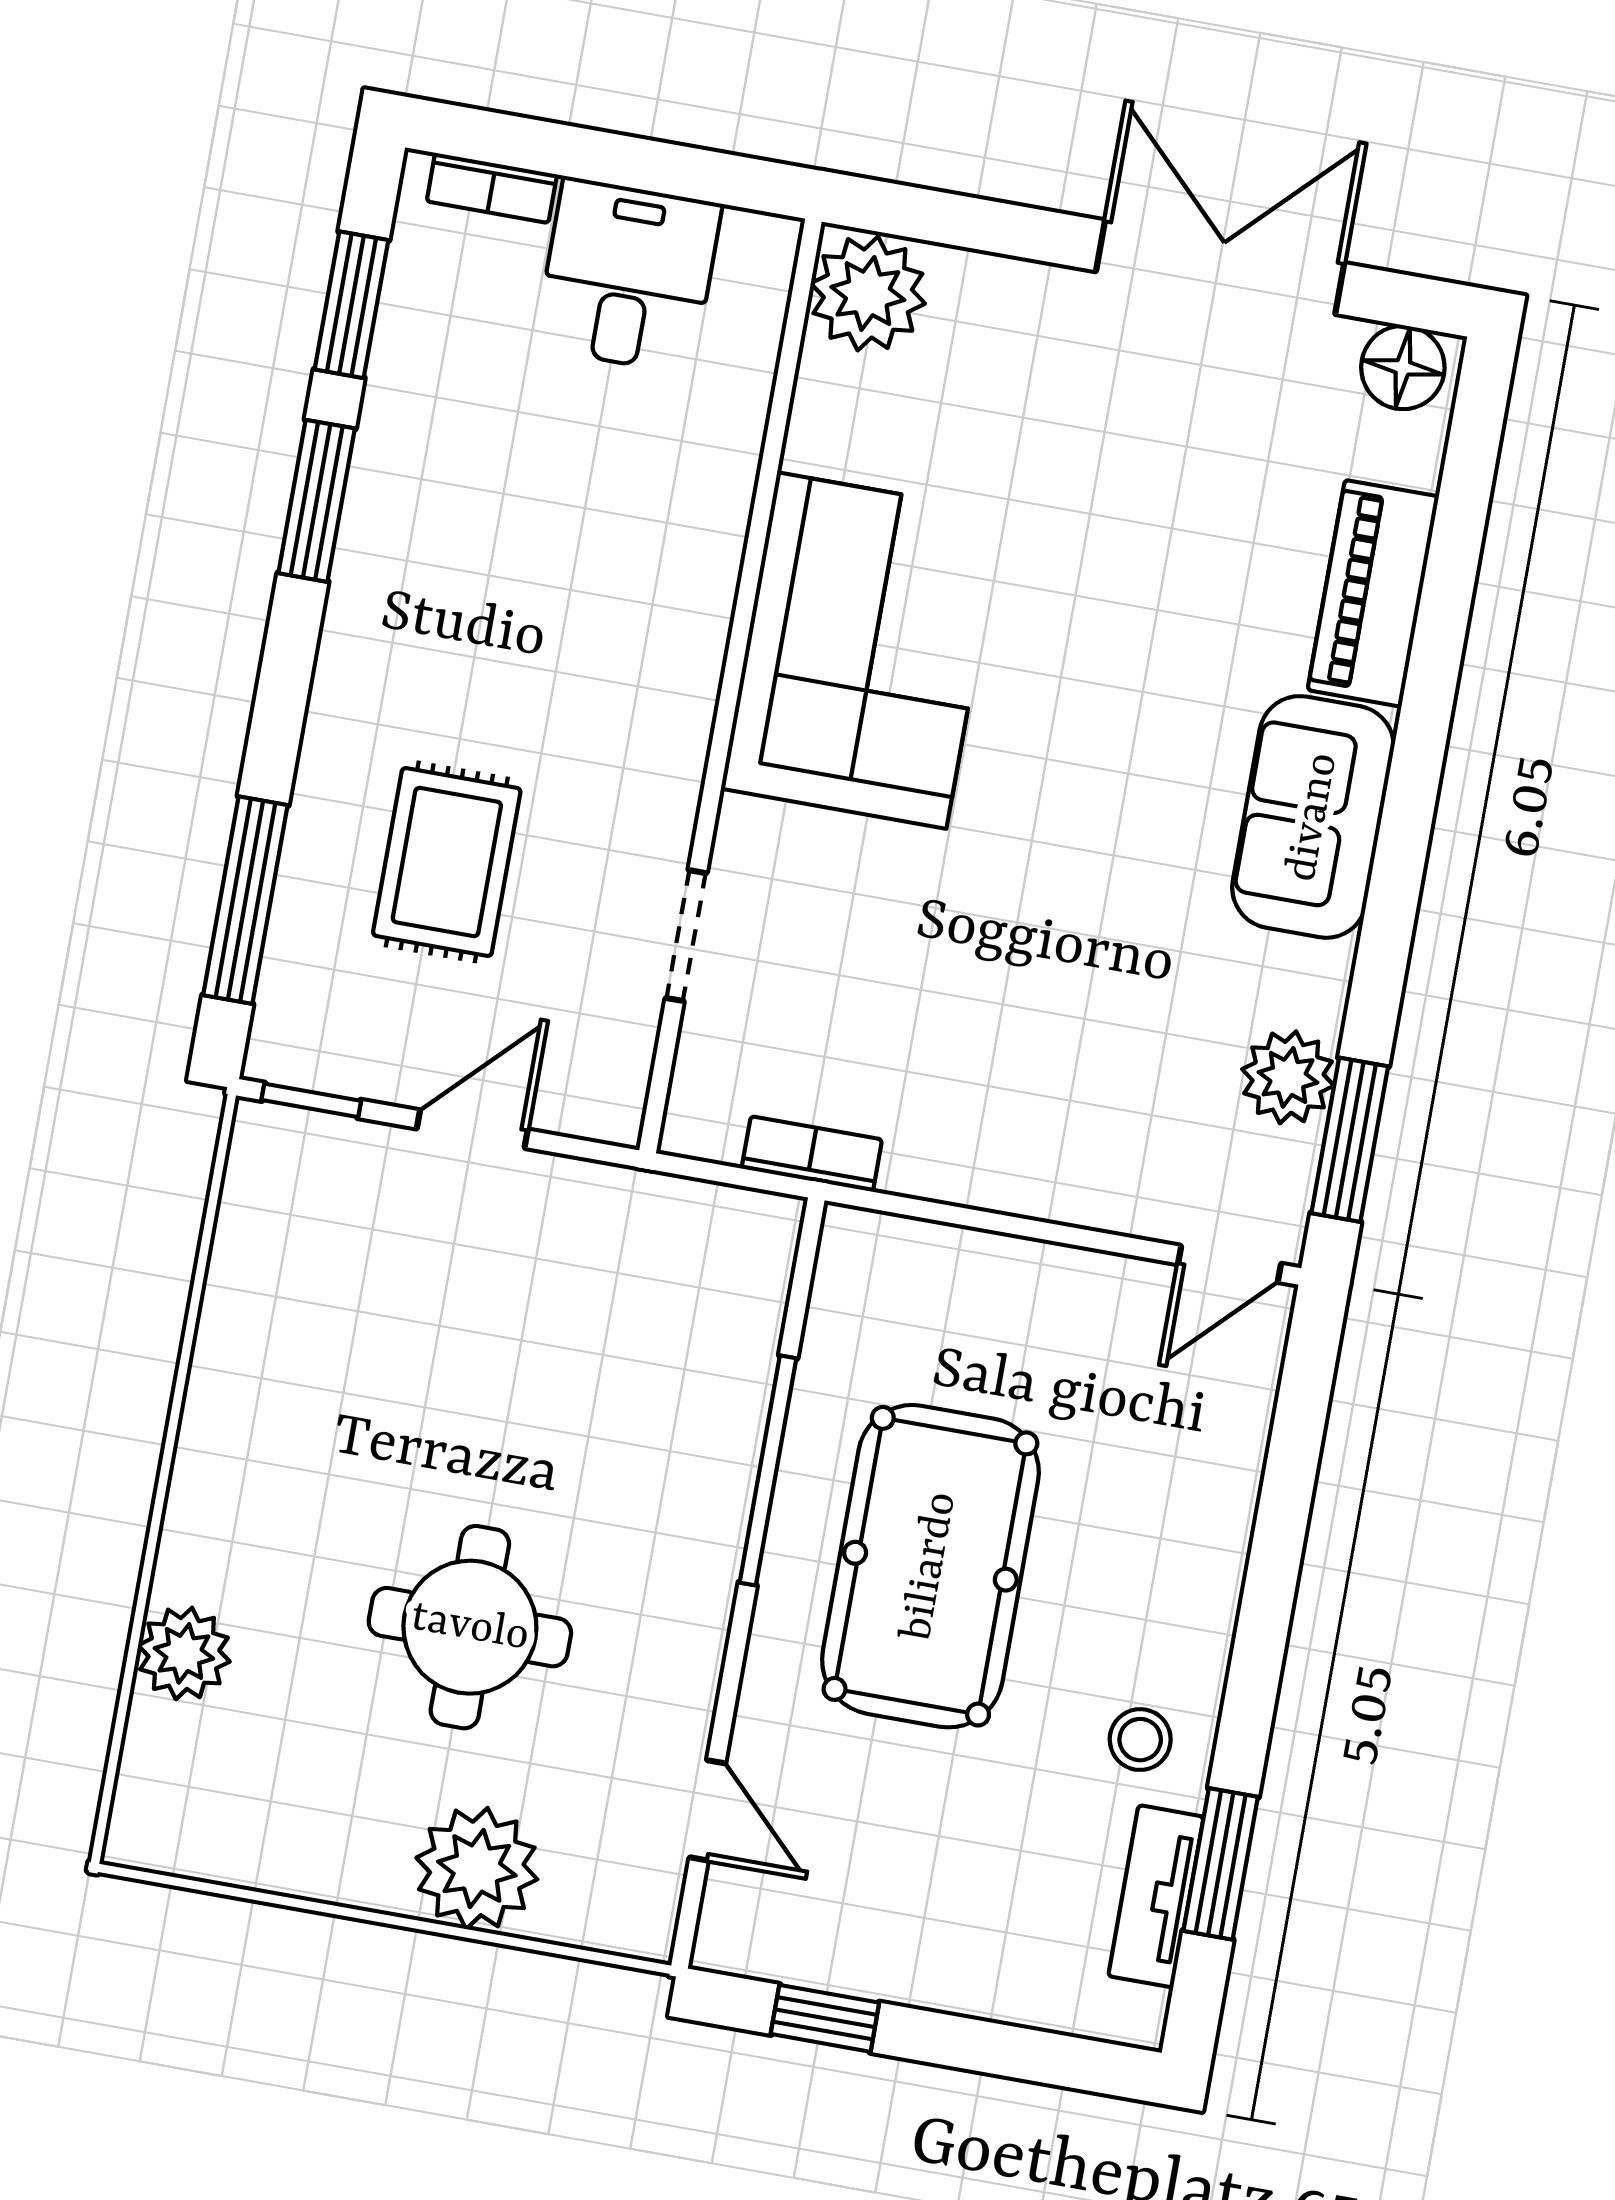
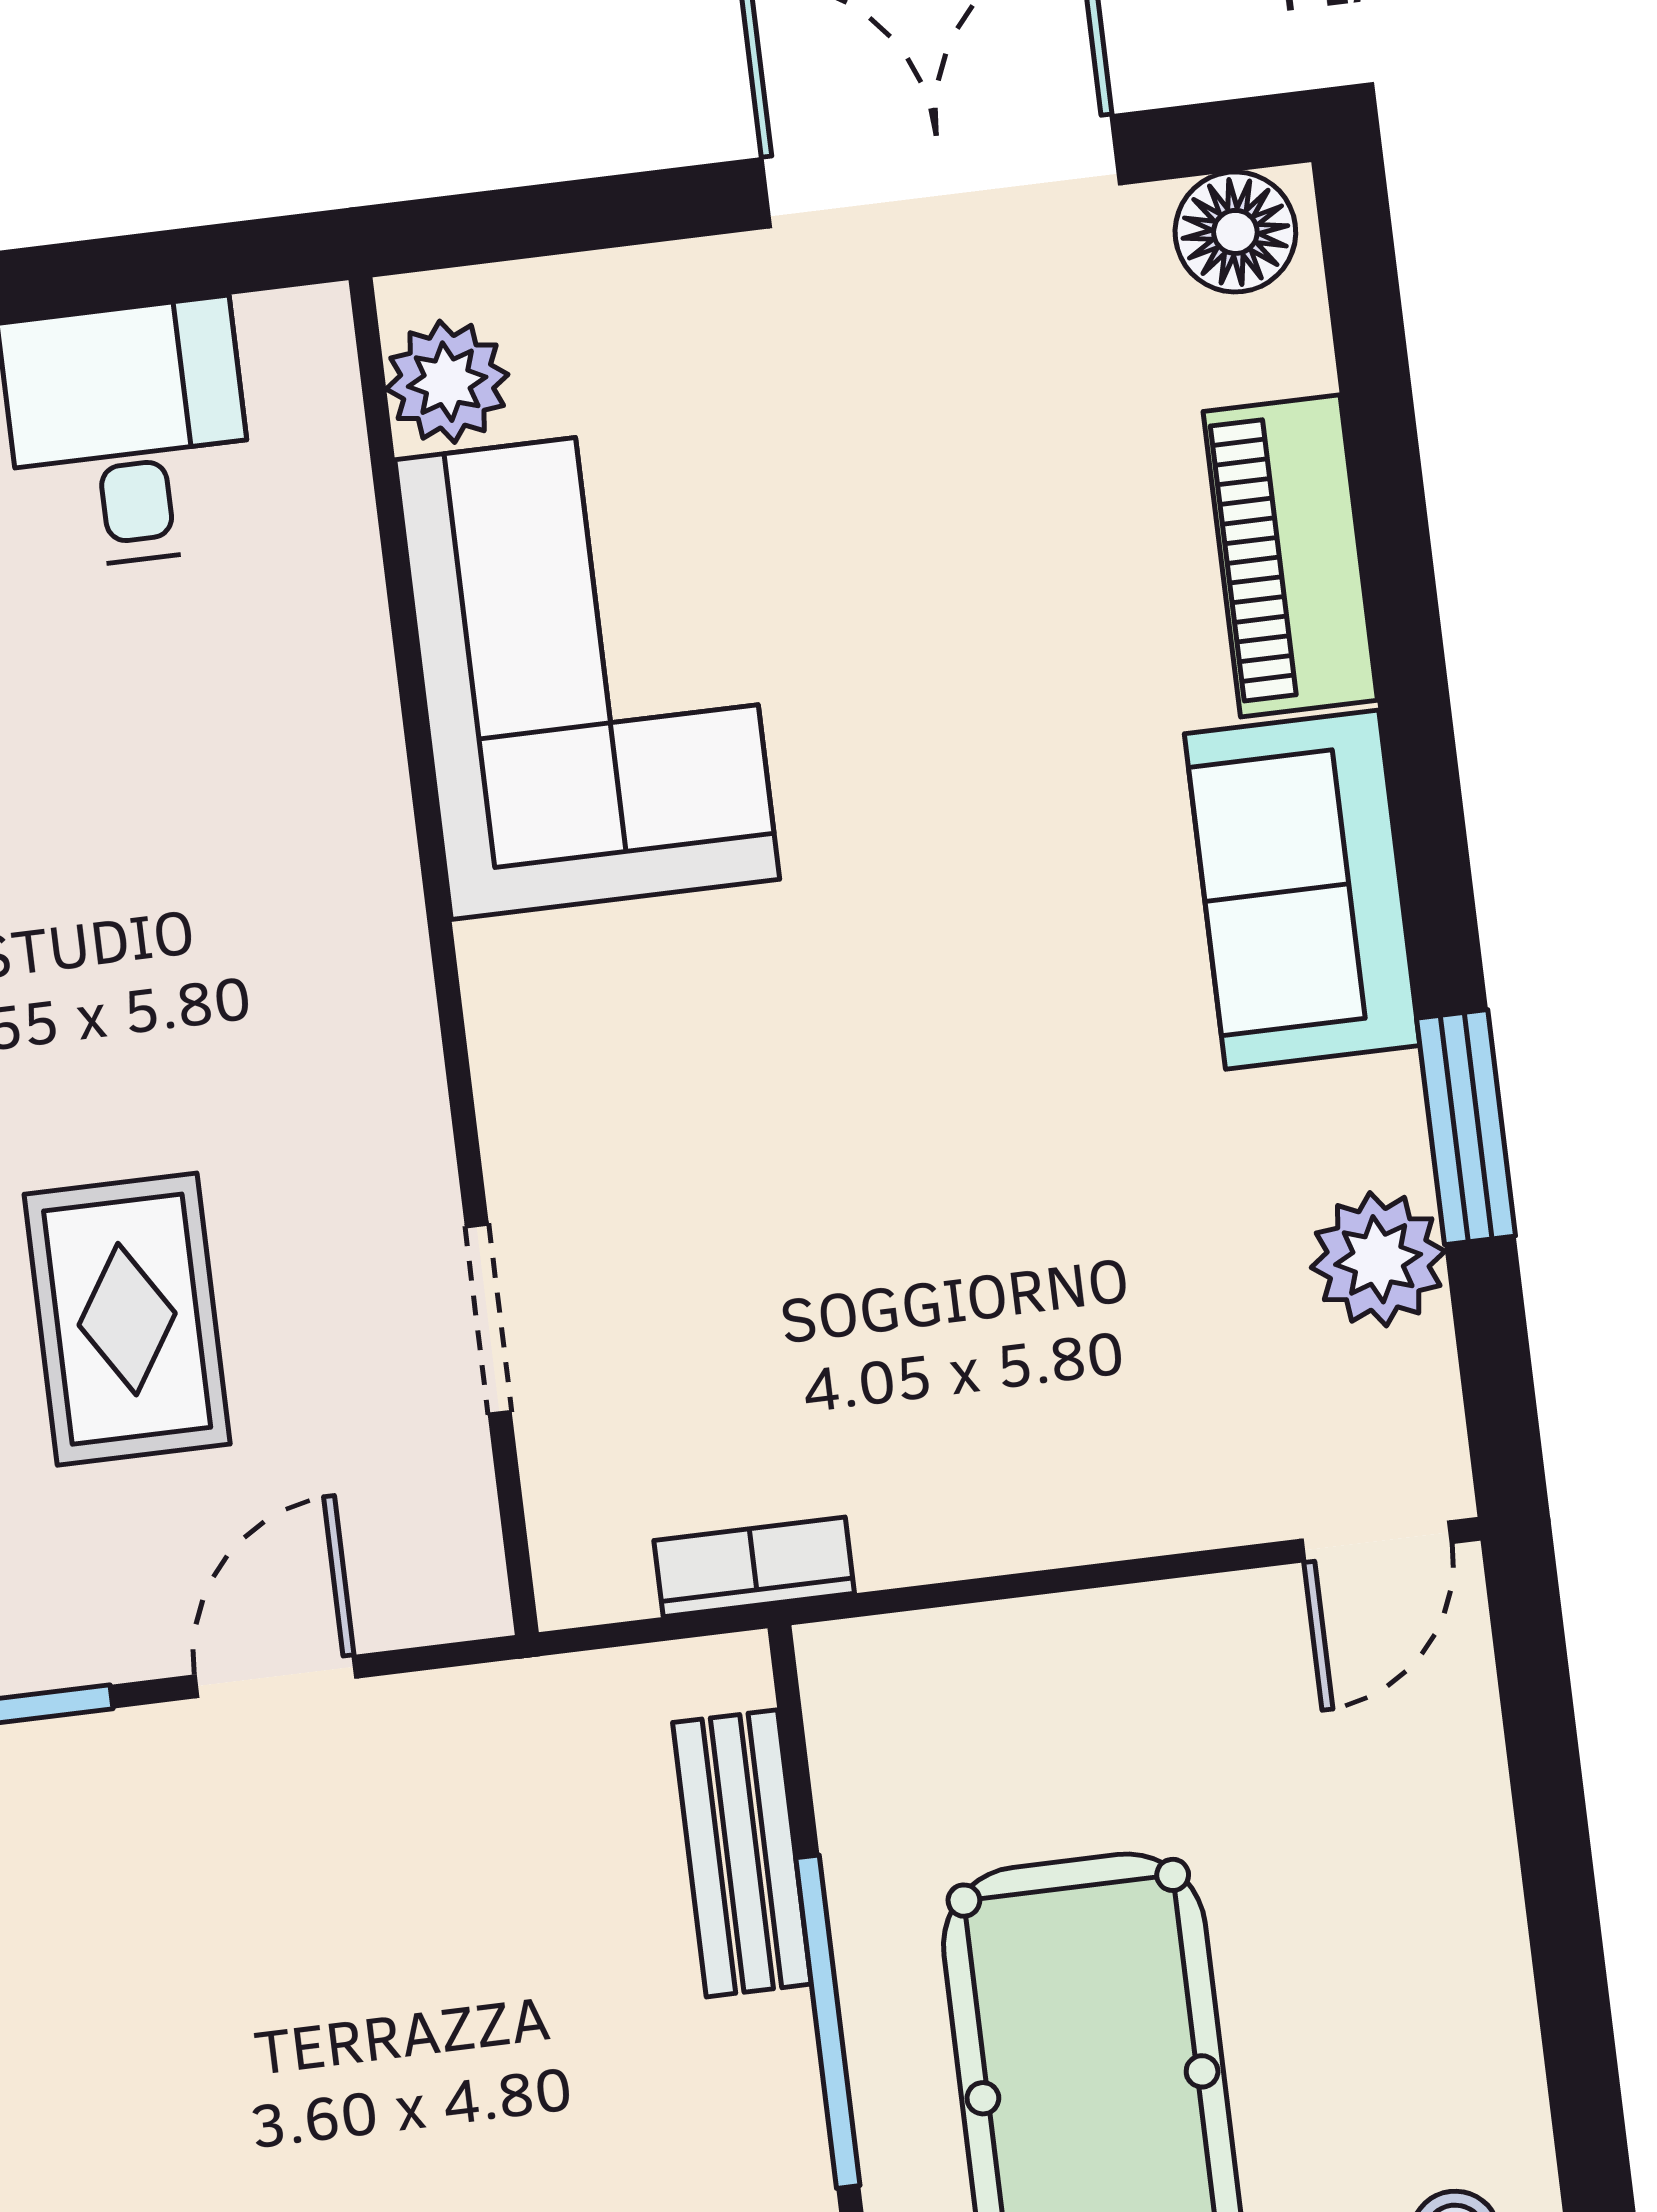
plant: (868, 293) -> (447, 382), width x0.73, depth x0.73
corner sofa: (862, 651) -> (587, 670), moved
window: (1350, 1140) -> (1466, 1127), moved
bench: (745, 1341) -> (742, 1853), added

